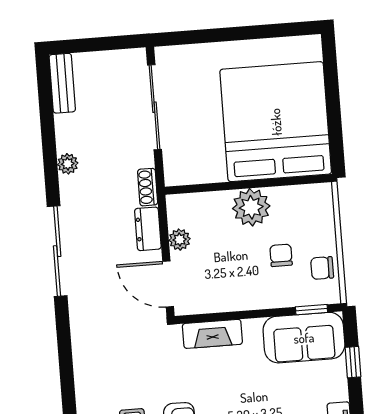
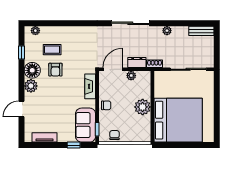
chair: (281, 255) -> (106, 105), moved

